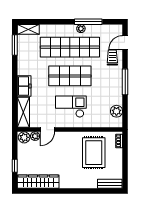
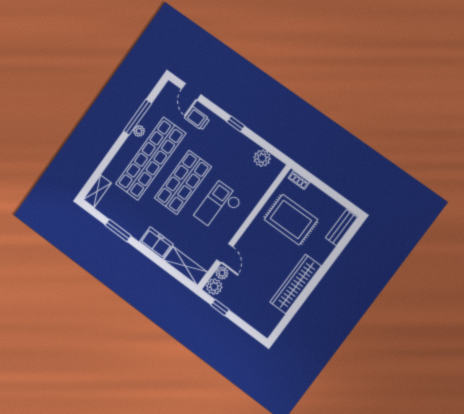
window: (15, 45) -> (118, 230), moved
window: (125, 82) -> (236, 124), width x0.46
window: (15, 166) -> (220, 307), moved
wardrobe: (38, 182) -> (296, 284), moved

